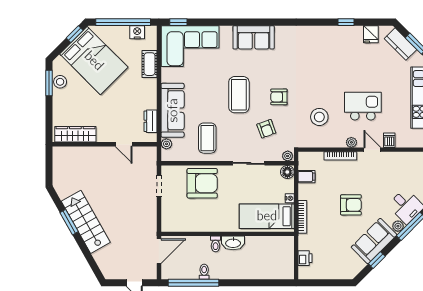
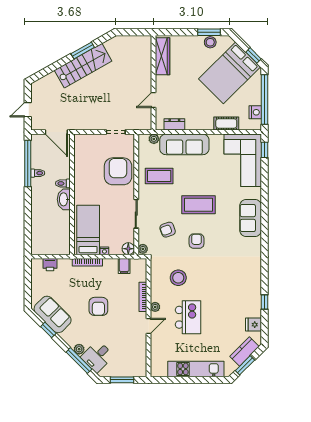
dishwasher: (389, 140) -> (157, 341), removed
armchair: (202, 183) -> (118, 171), turned 180
sofa: (374, 241) -> (53, 314), moved

